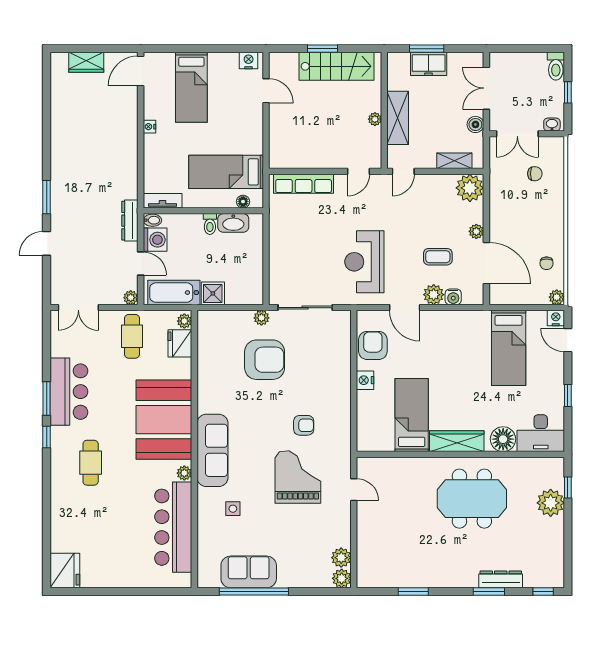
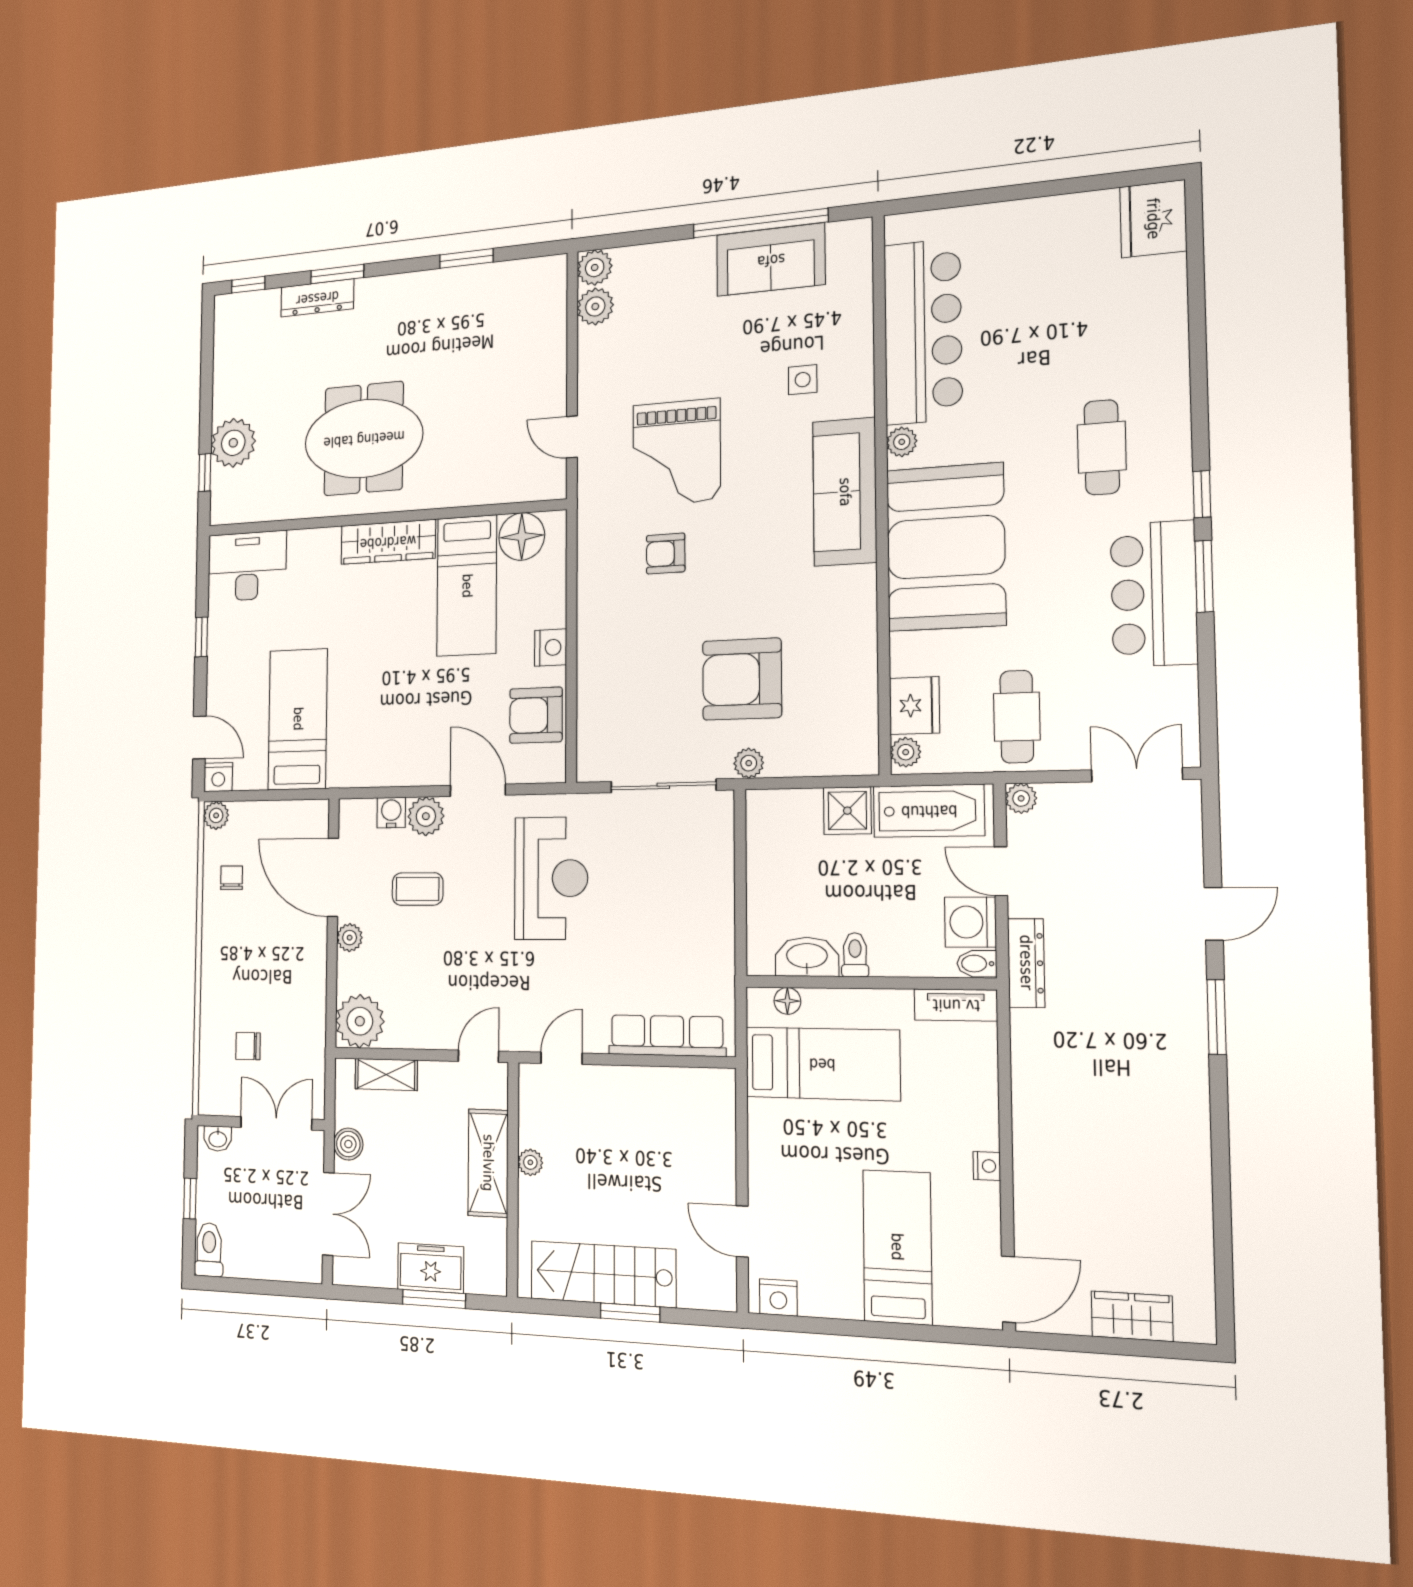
armchair: (373, 345) -> (536, 715), turned 90
floor lamp: (503, 439) -> (522, 536), moved

